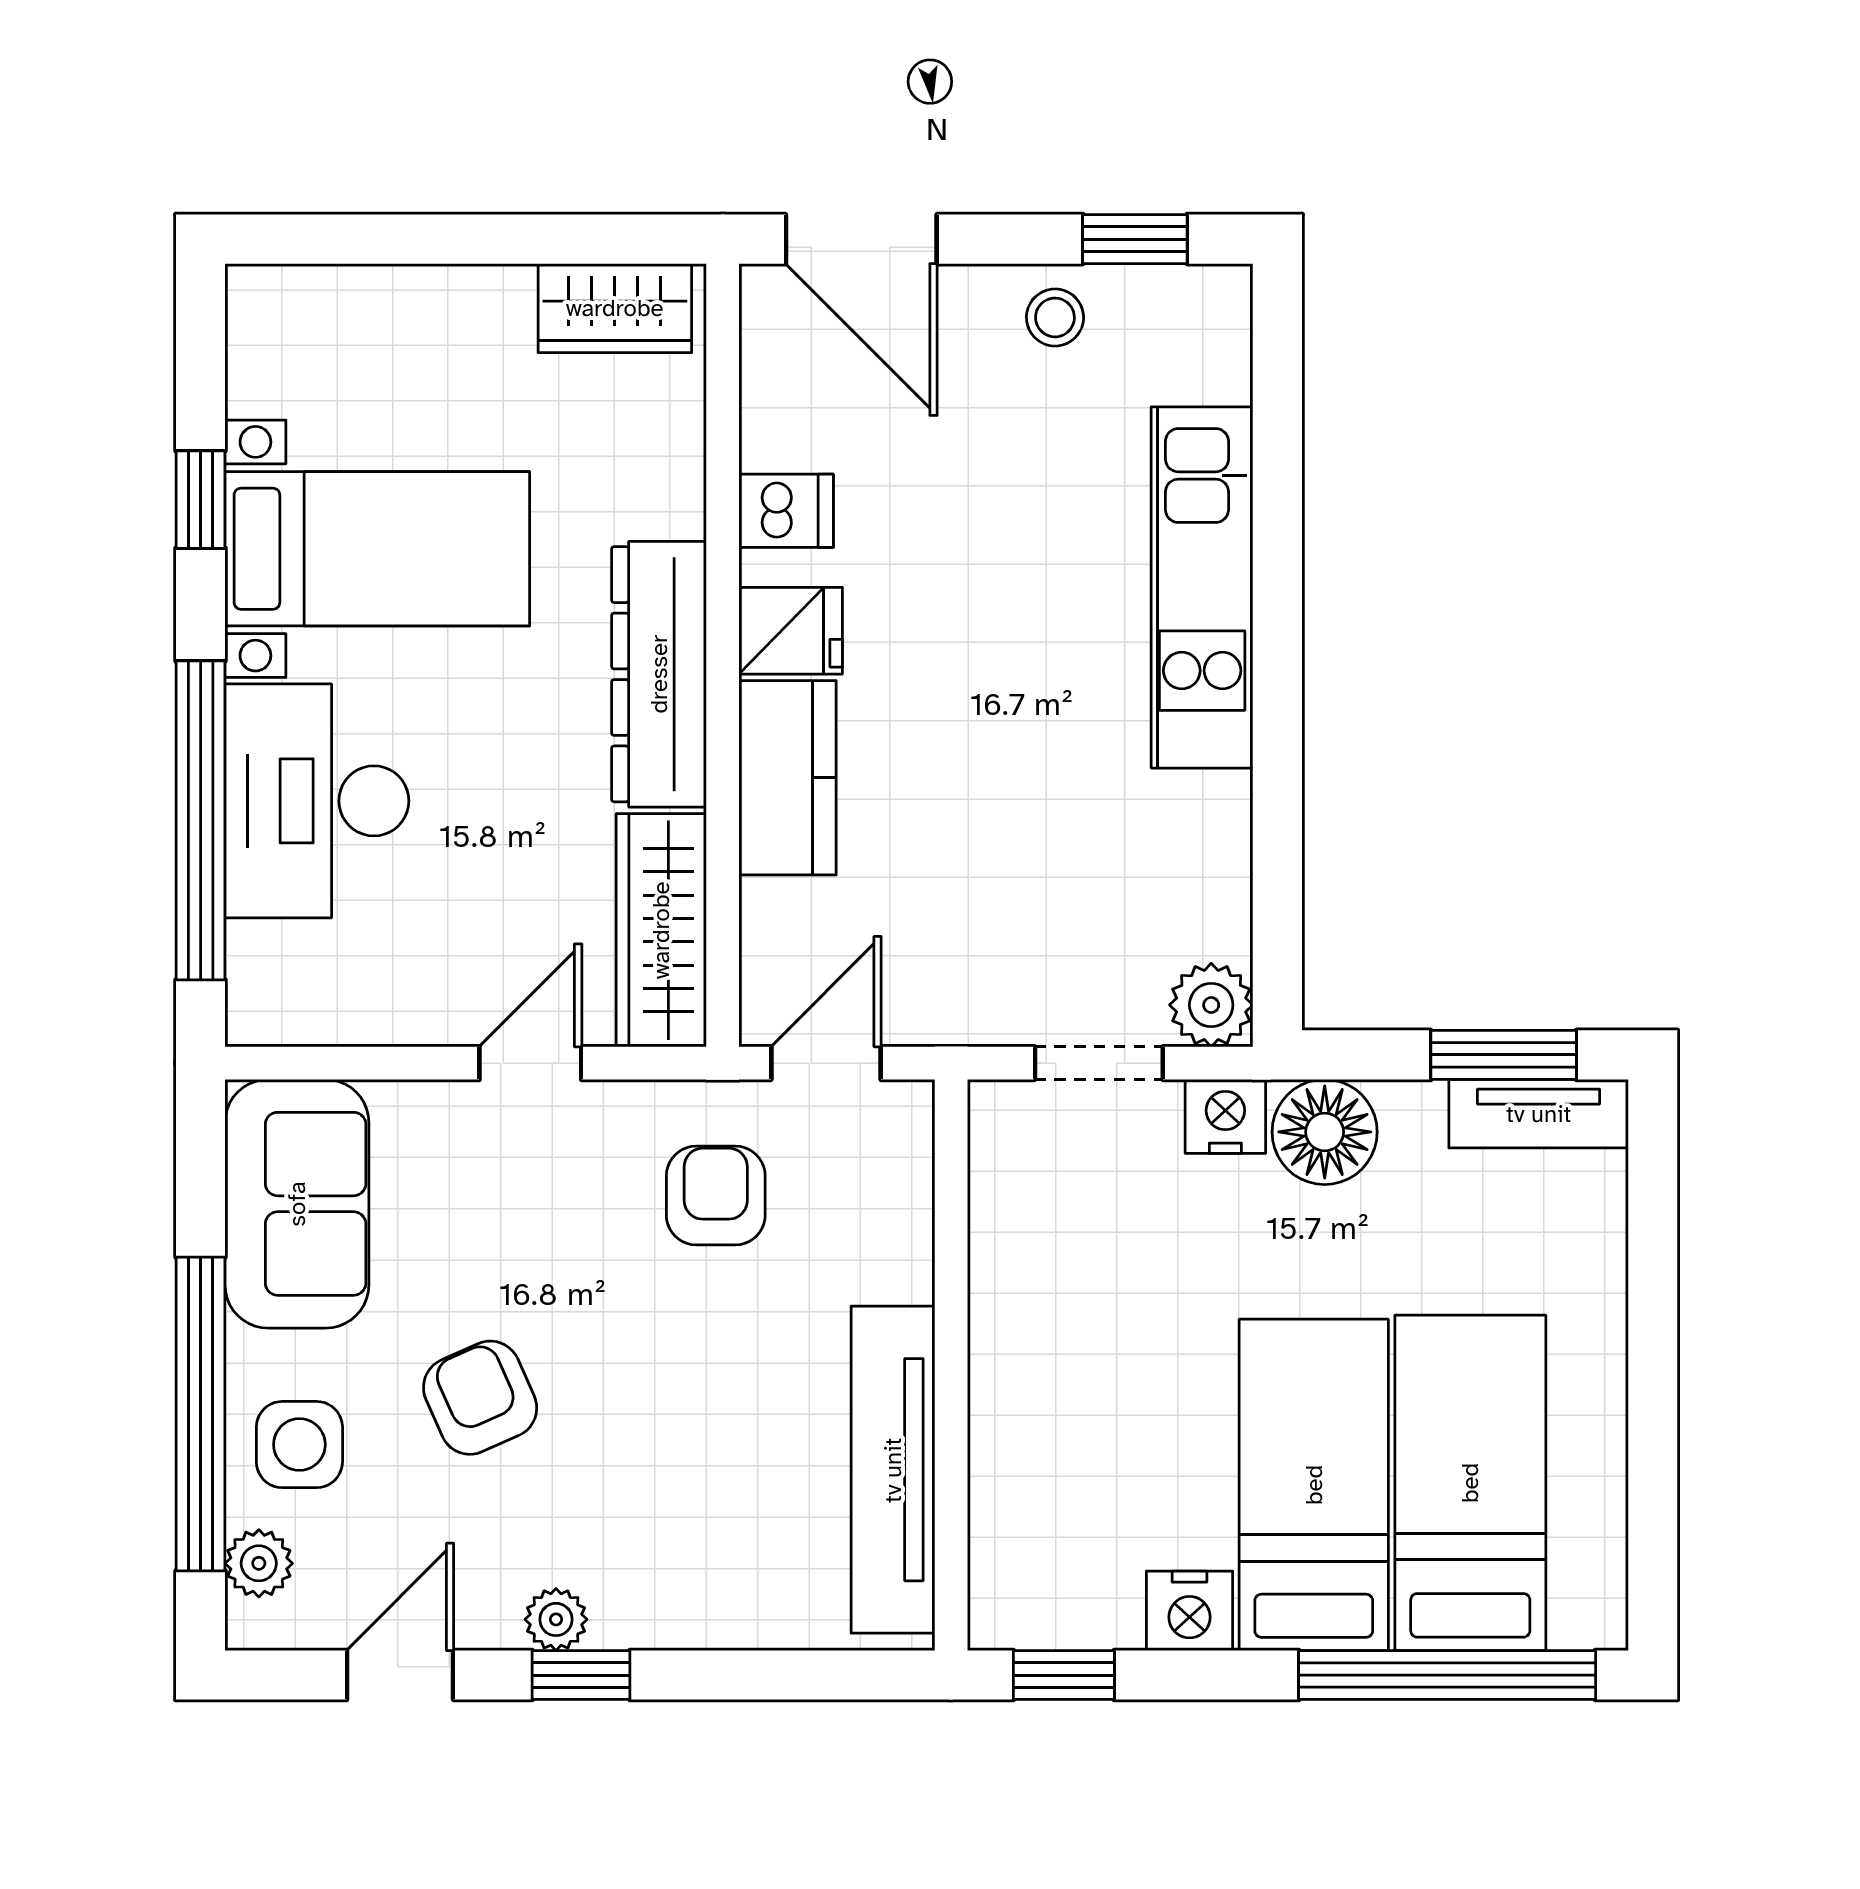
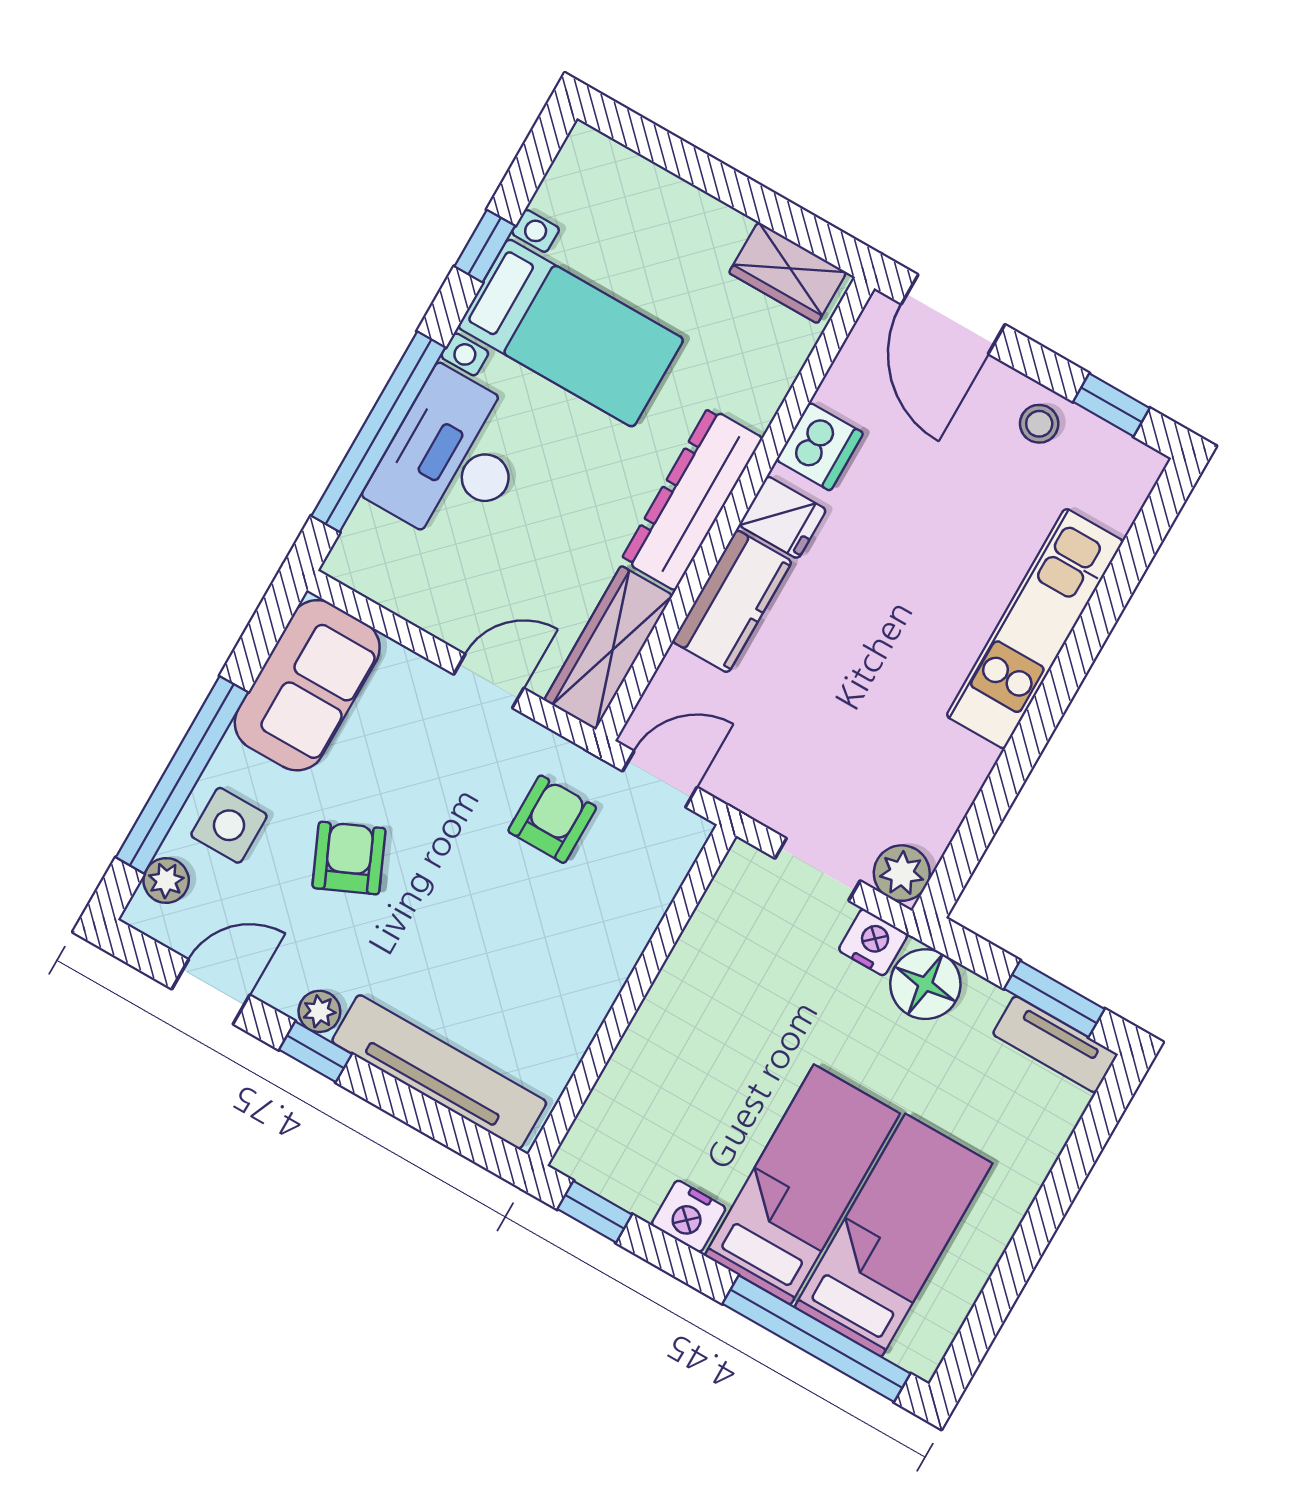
dishwasher: (786, 511) -> (820, 447), width x1.38
tv unit: (893, 1470) -> (439, 1072), moved, turned 90

